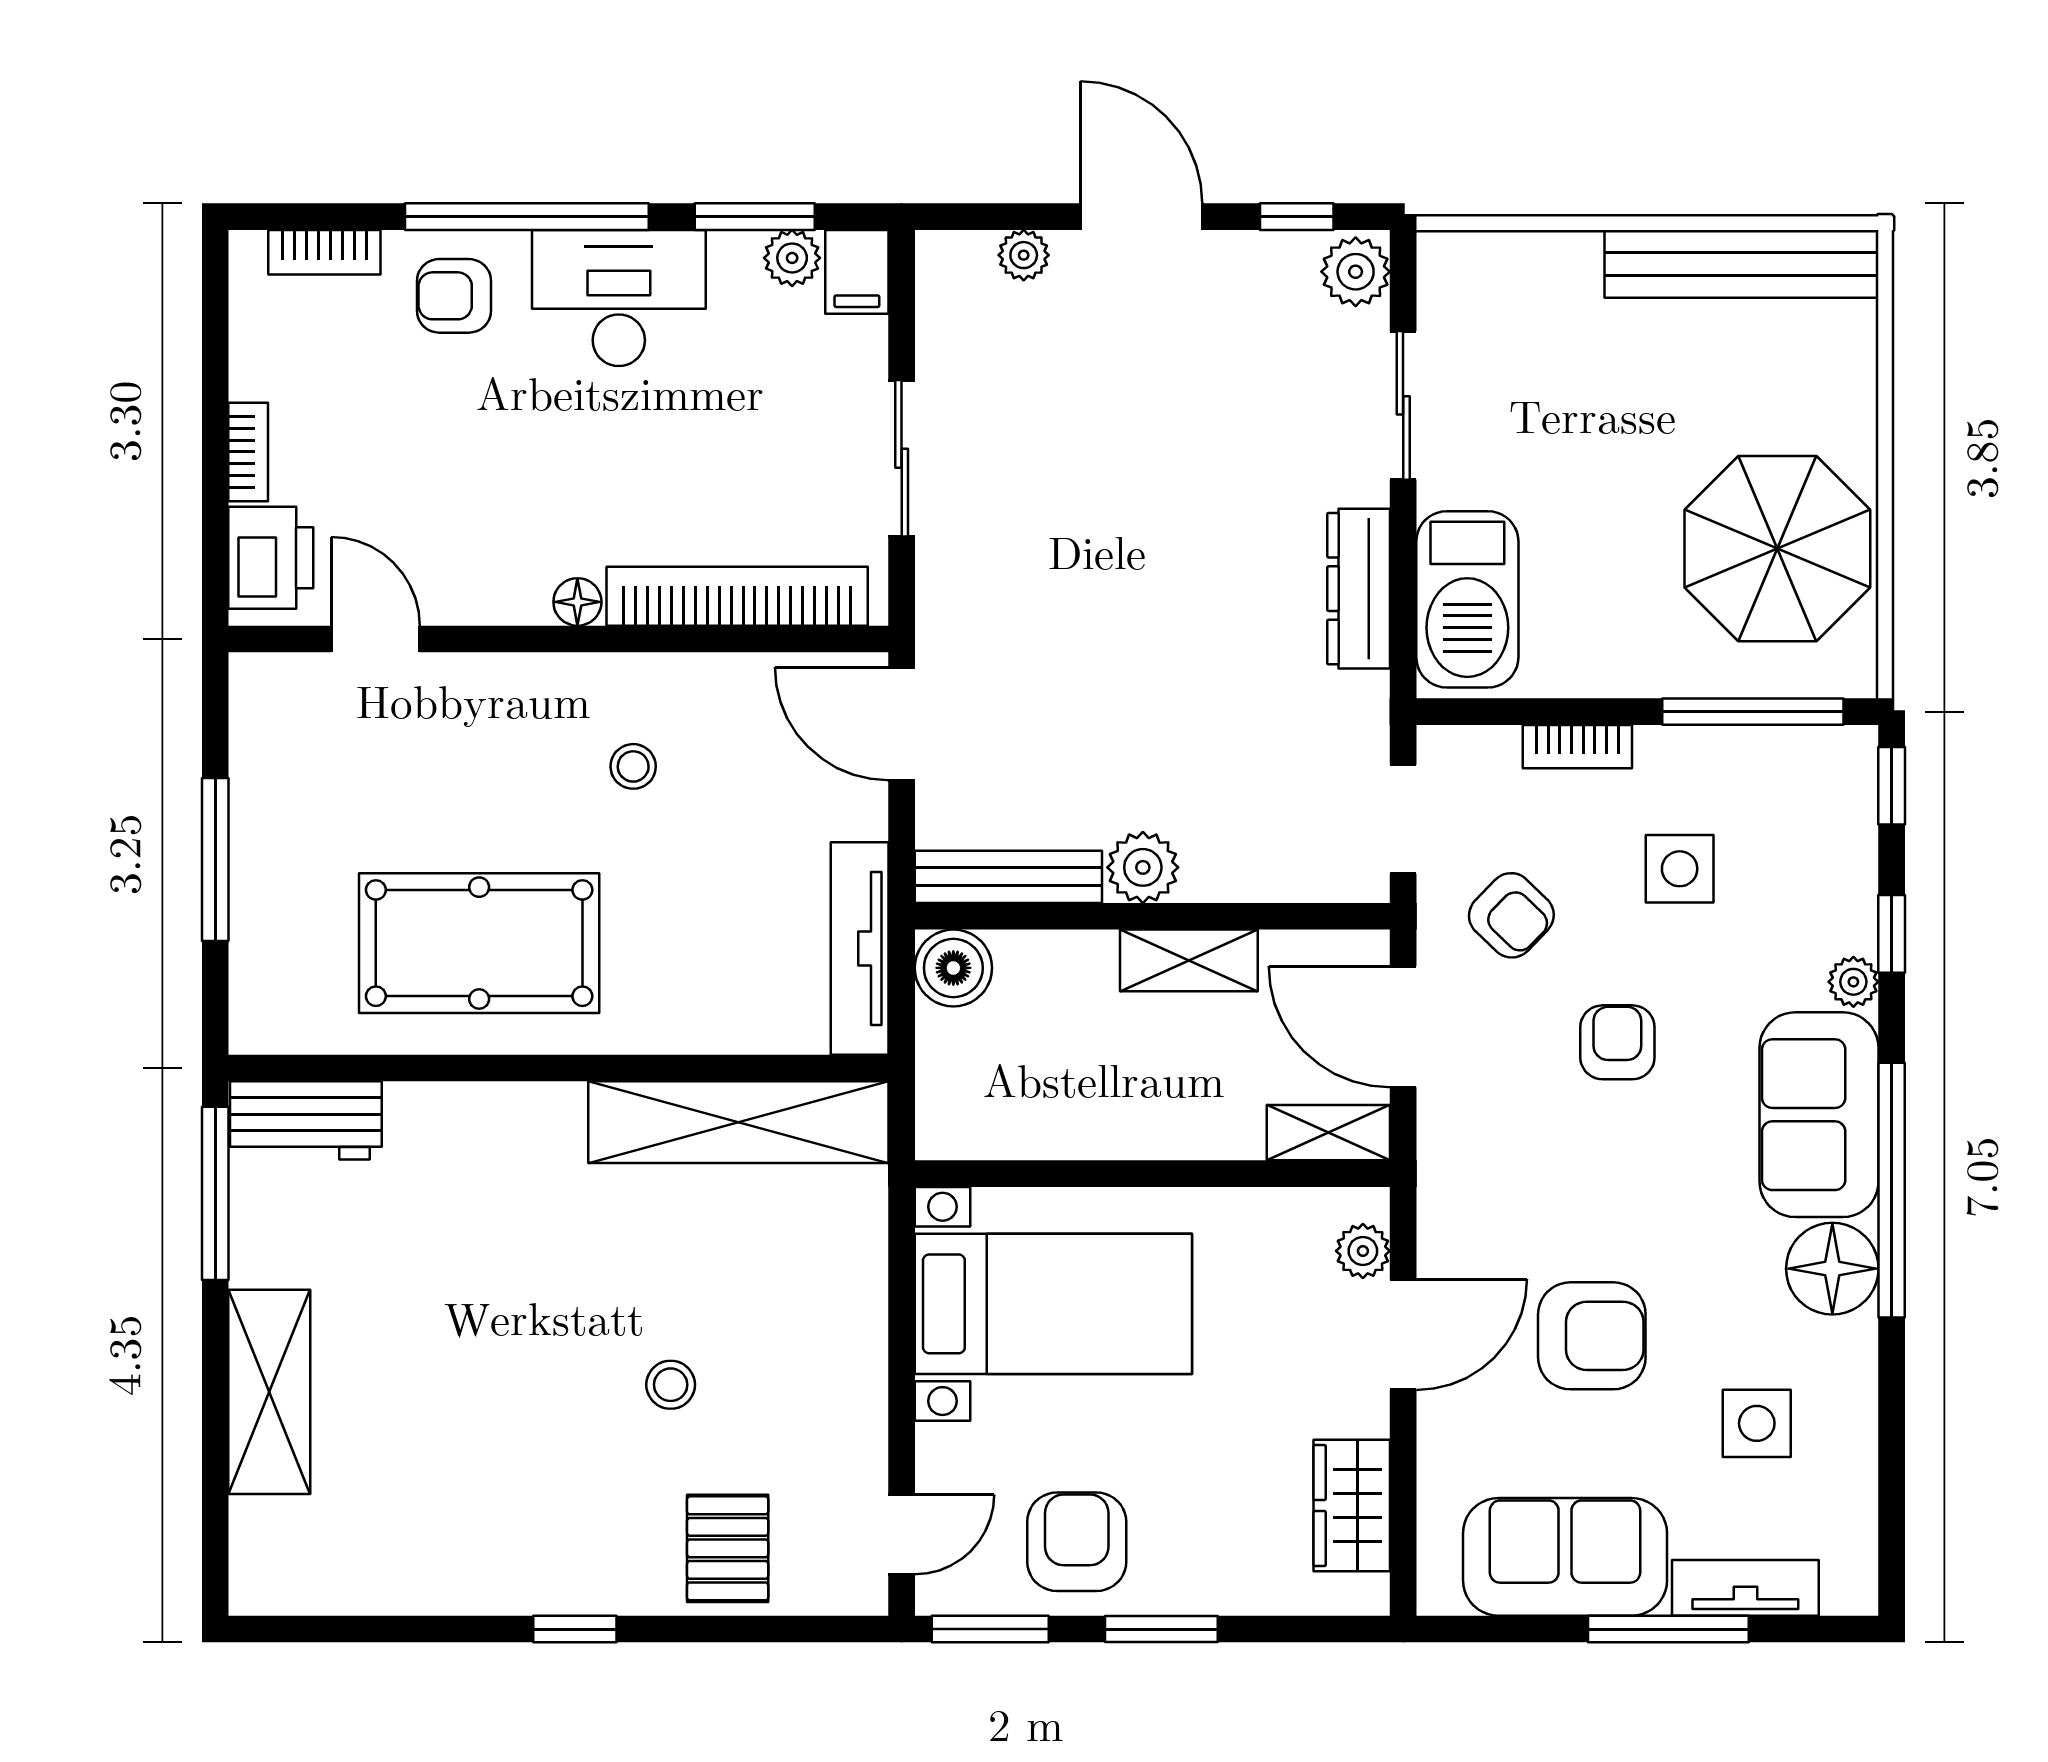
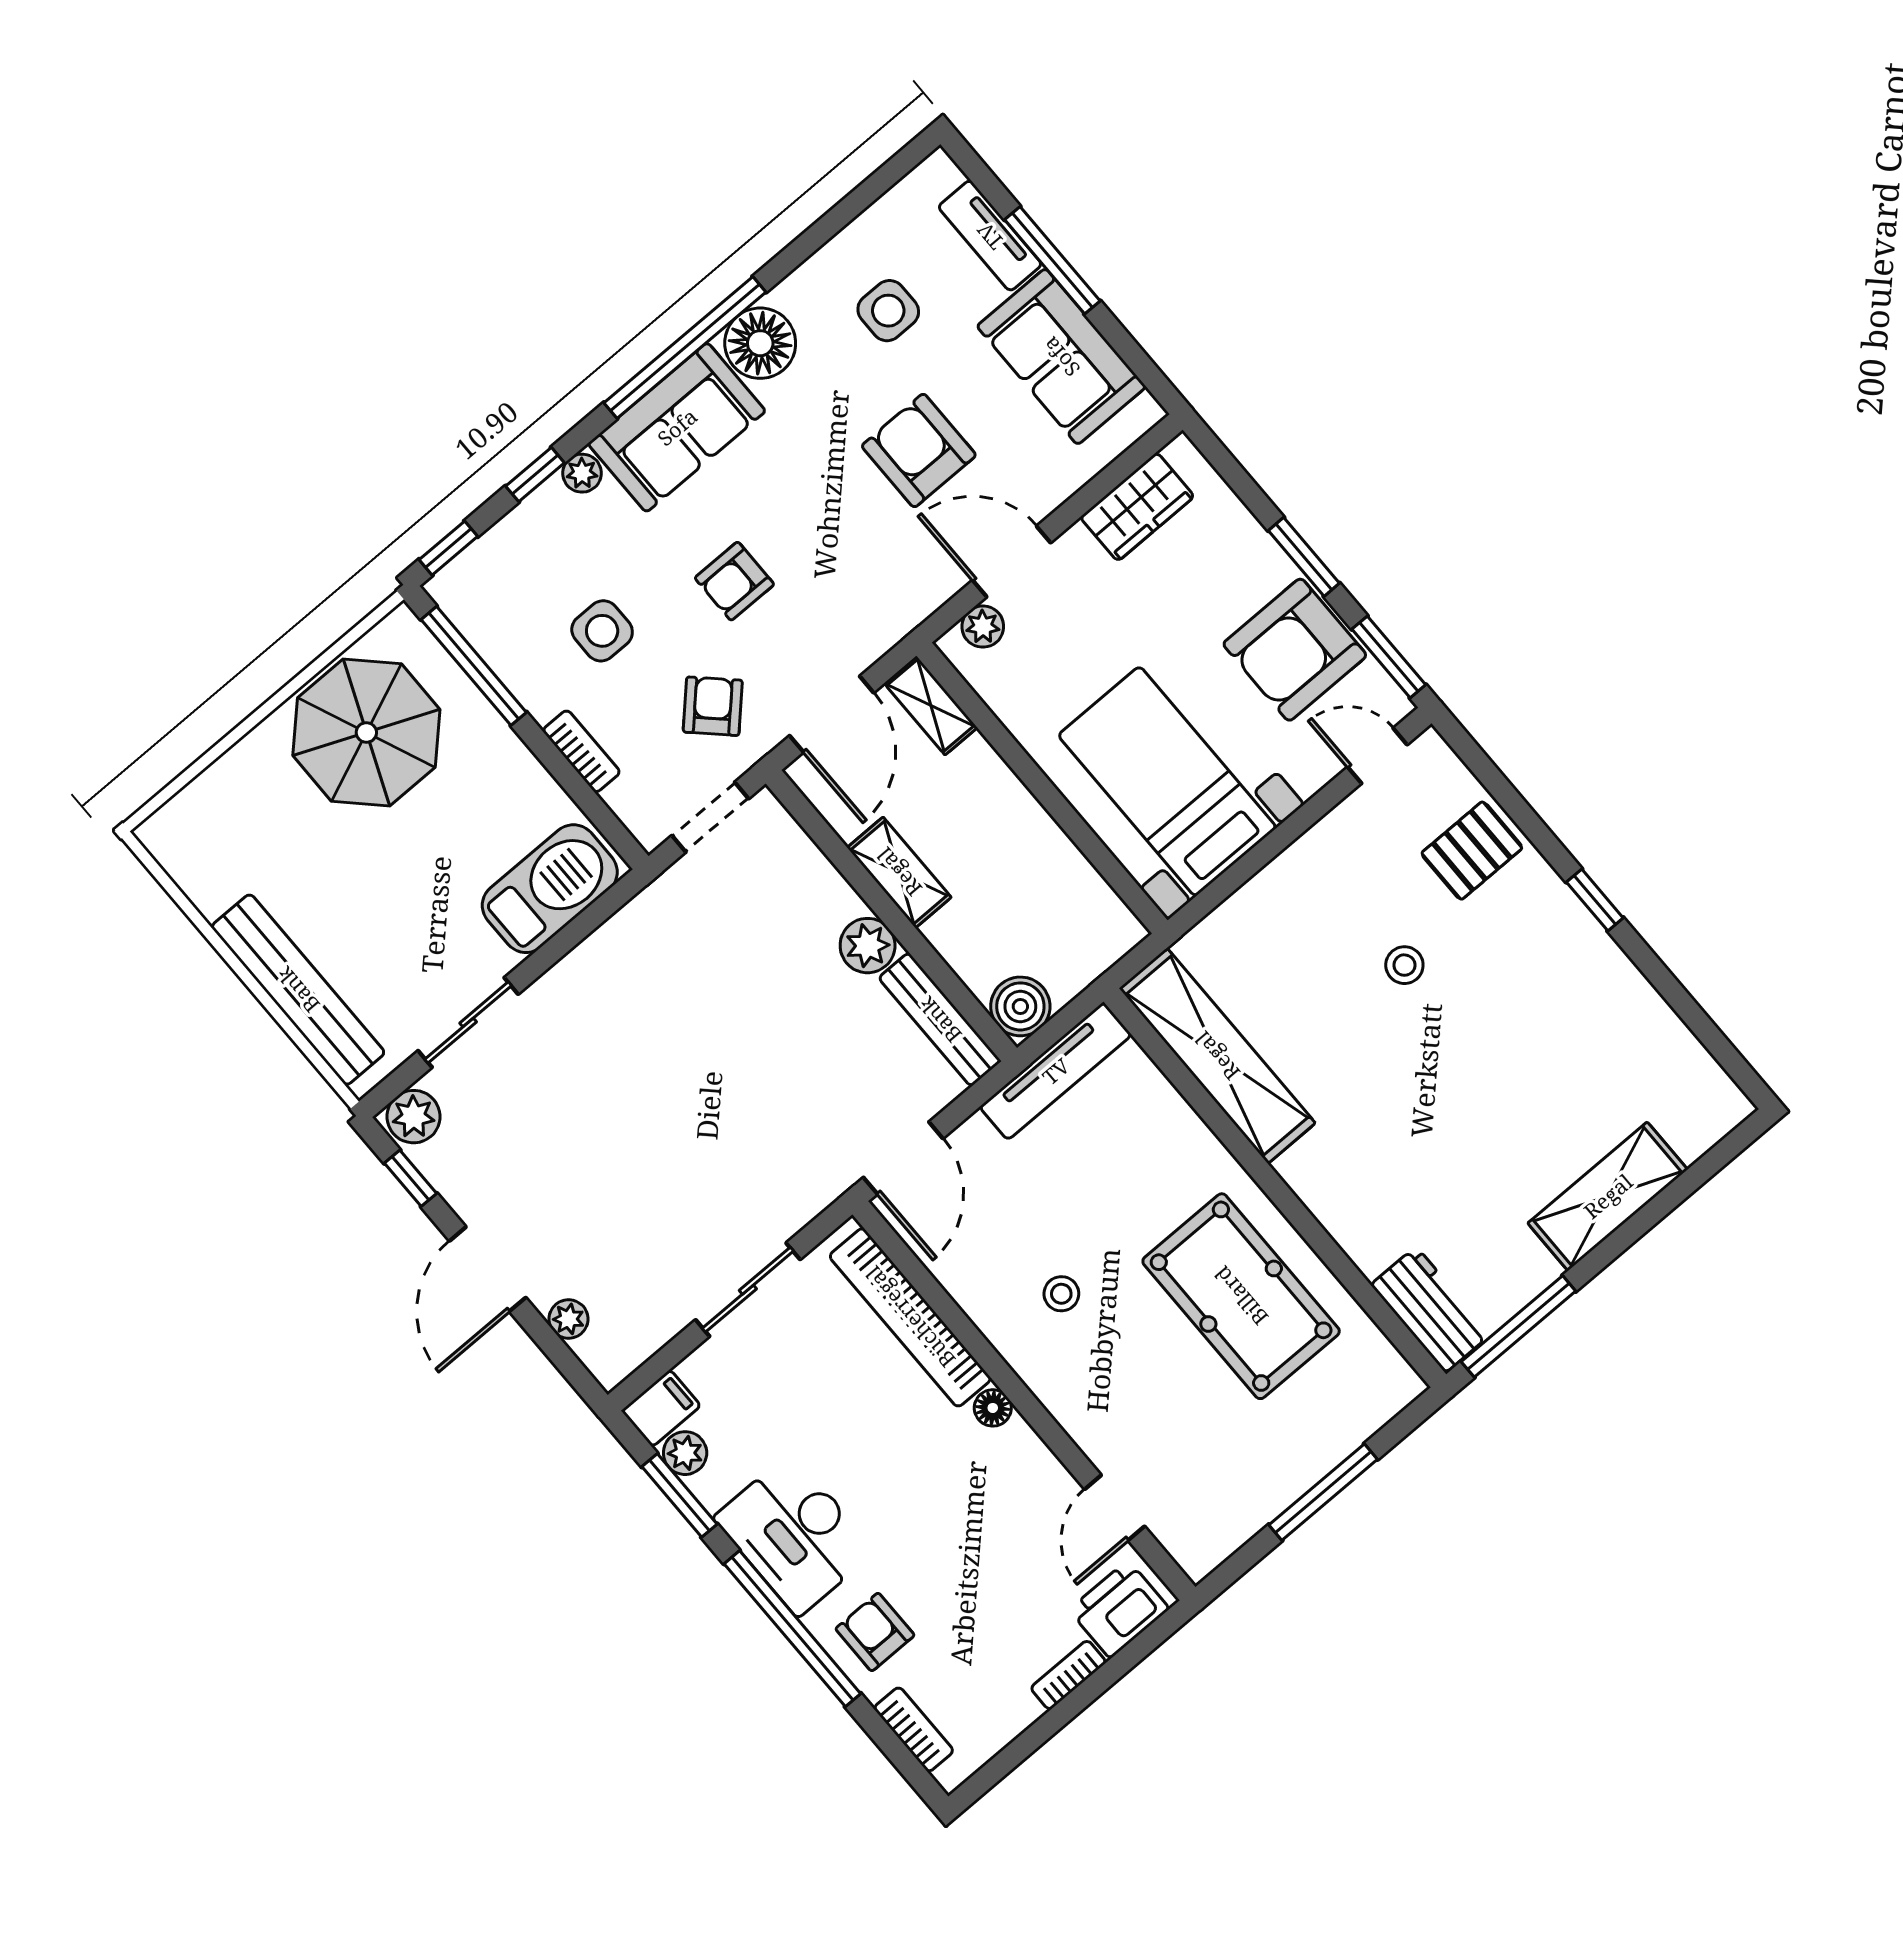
bench: (1741, 264) -> (298, 990), moved
armchair: (454, 296) -> (875, 1632), turned 180
dresser: (1359, 589) -> (597, 958), removed
armchair: (1077, 1542) -> (1295, 650), width x1.36, depth x1.36

